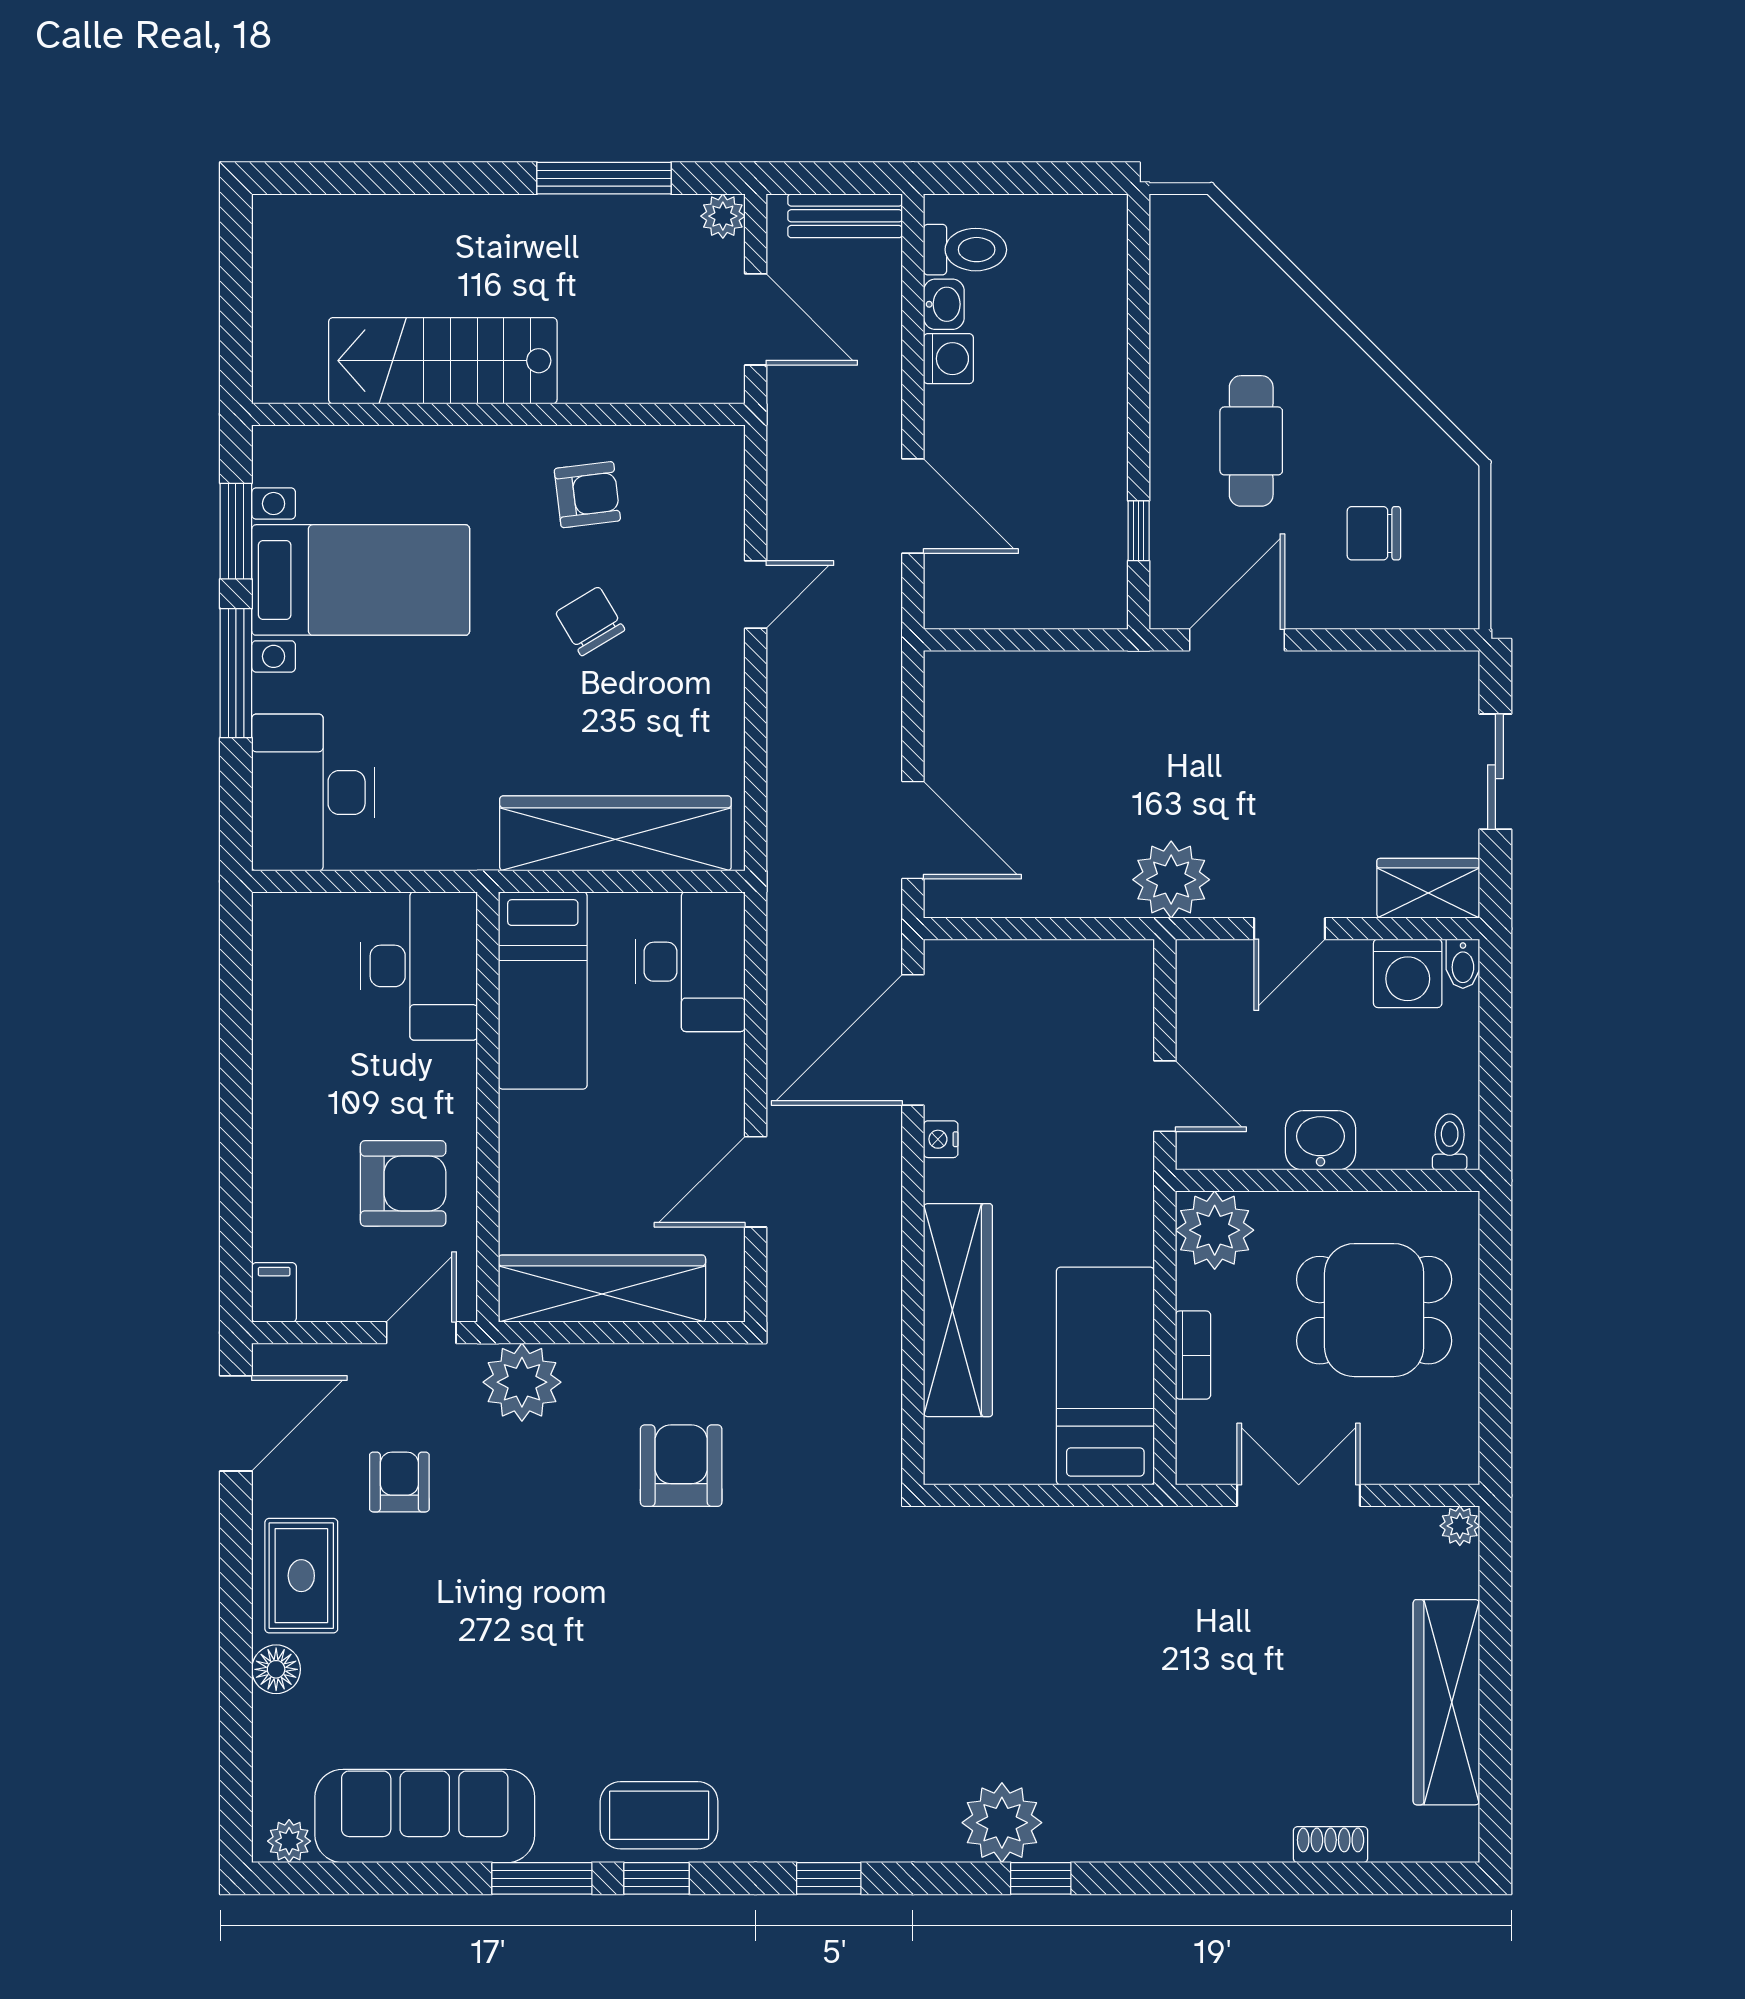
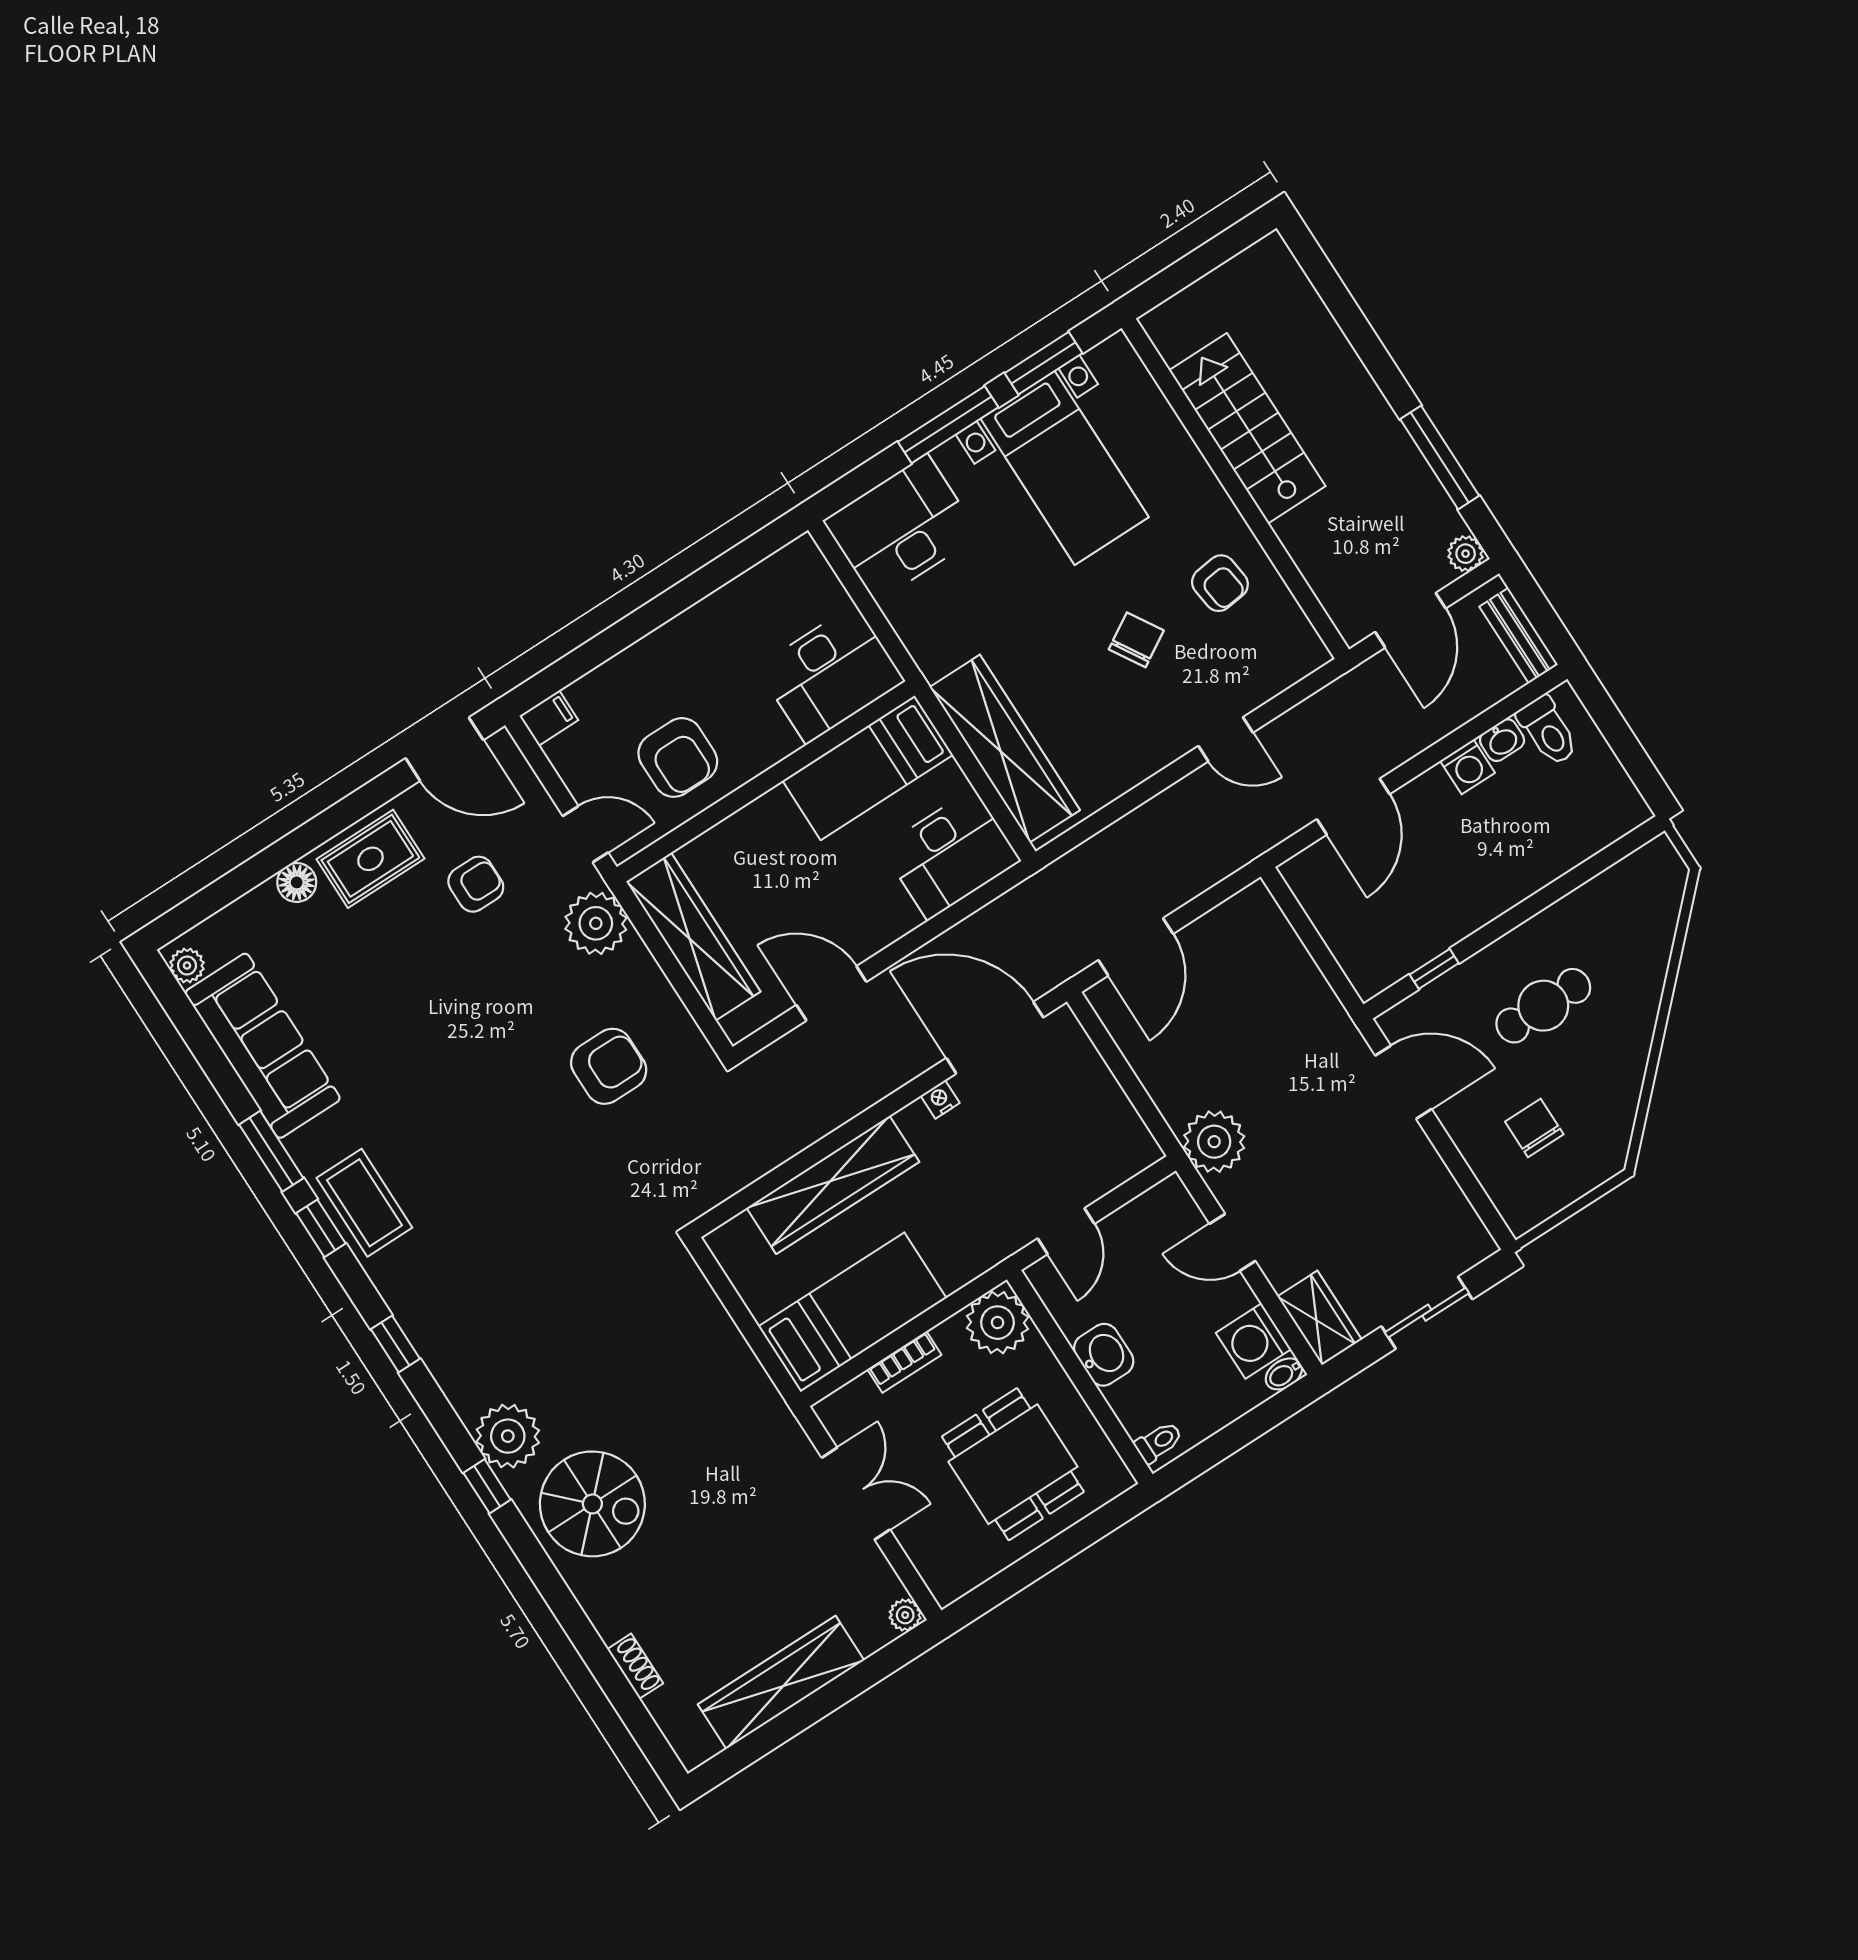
spiral stairs: (1131, 1780) -> (592, 1504), added

